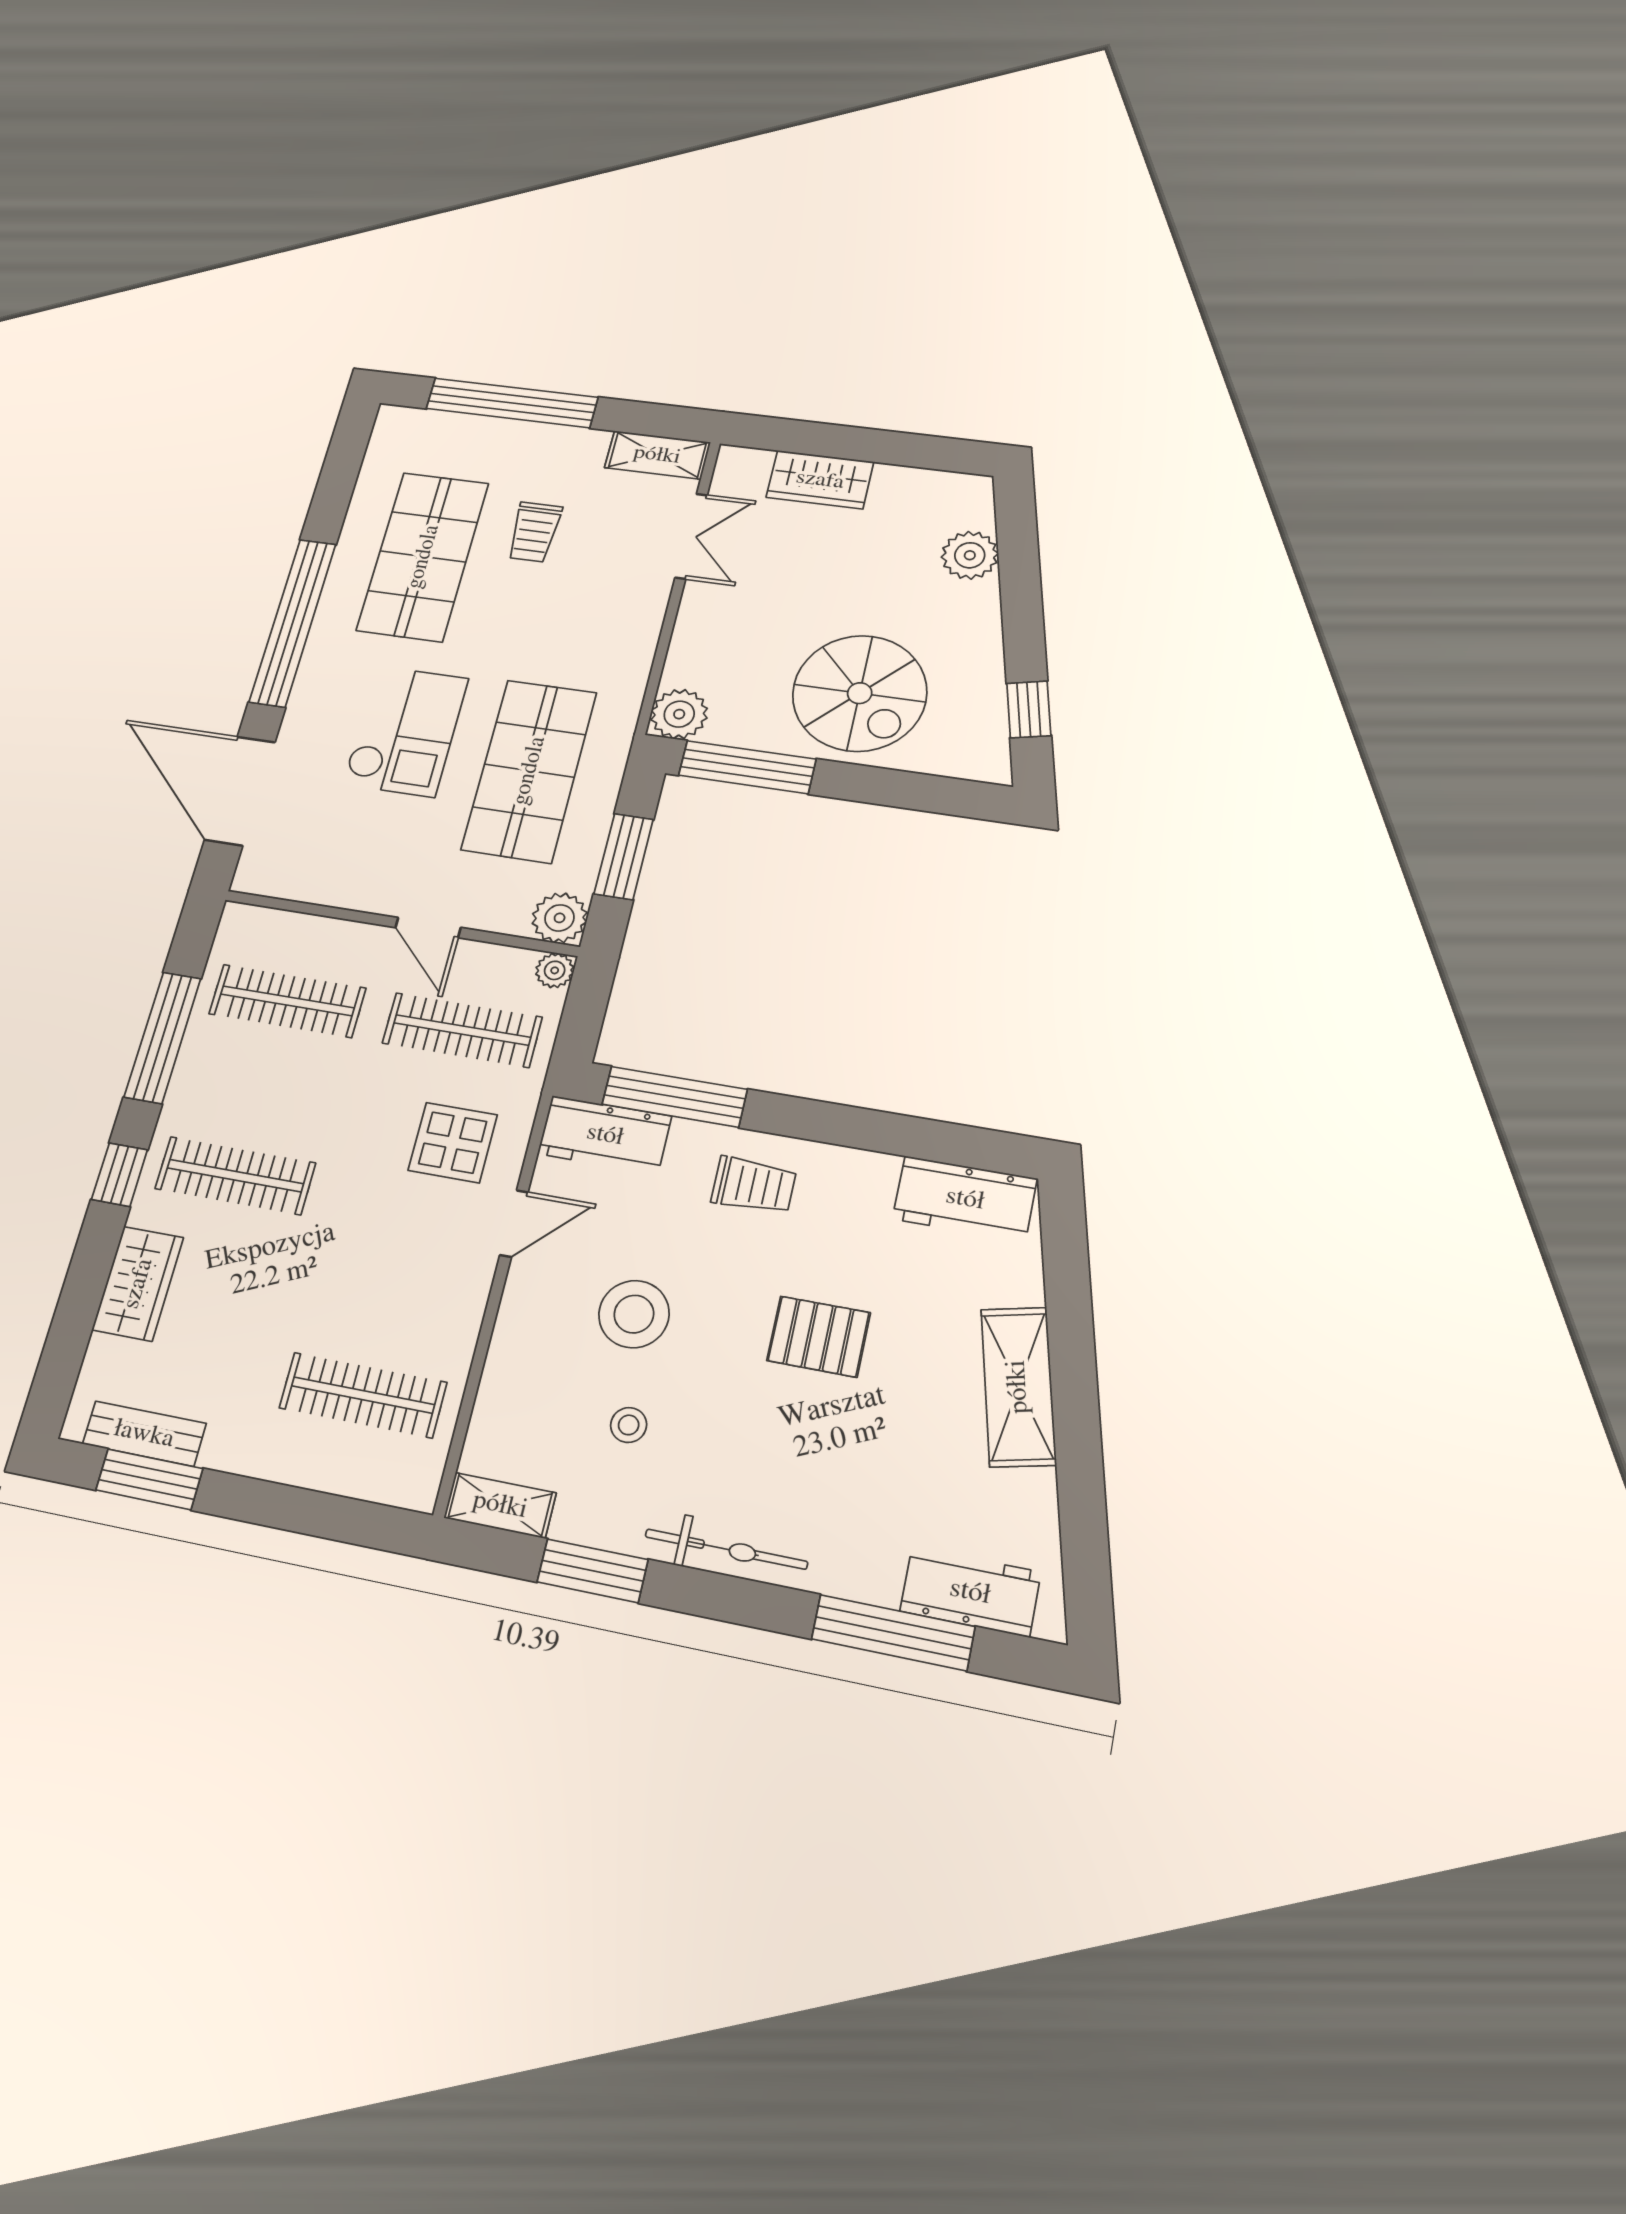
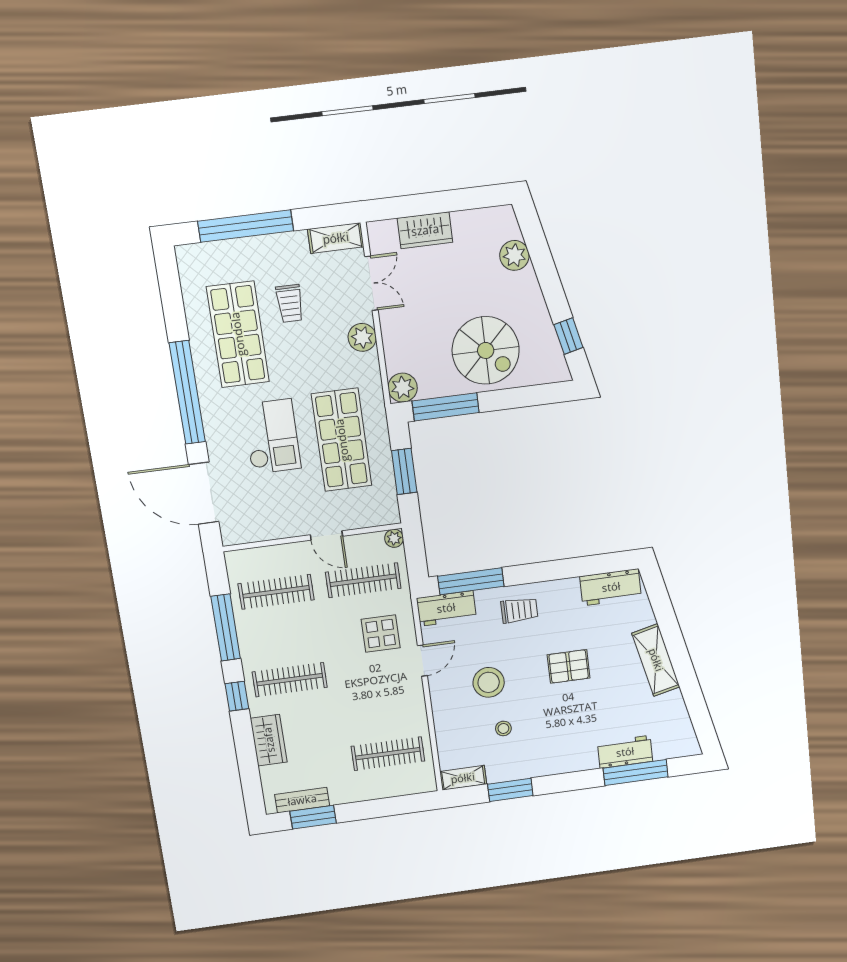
plant: (560, 918) -> (362, 337), moved
bicycle: (726, 1549) -> (560, 764), removed
workbench: (970, 1592) -> (625, 752), moved

